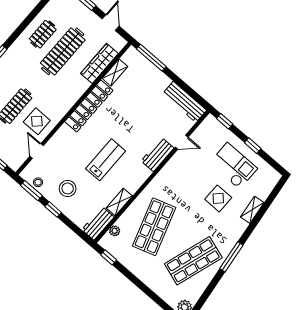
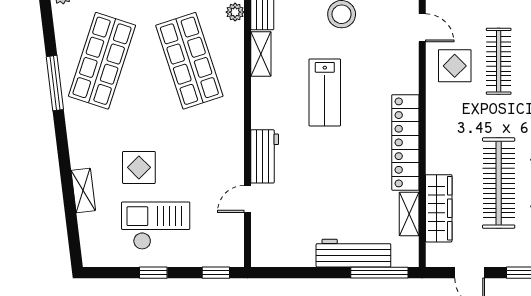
workbench: (185, 102) -> (353, 253), moved
checkout: (233, 166) -> (156, 226), turned 180
window: (231, 257) -> (55, 83), moved

